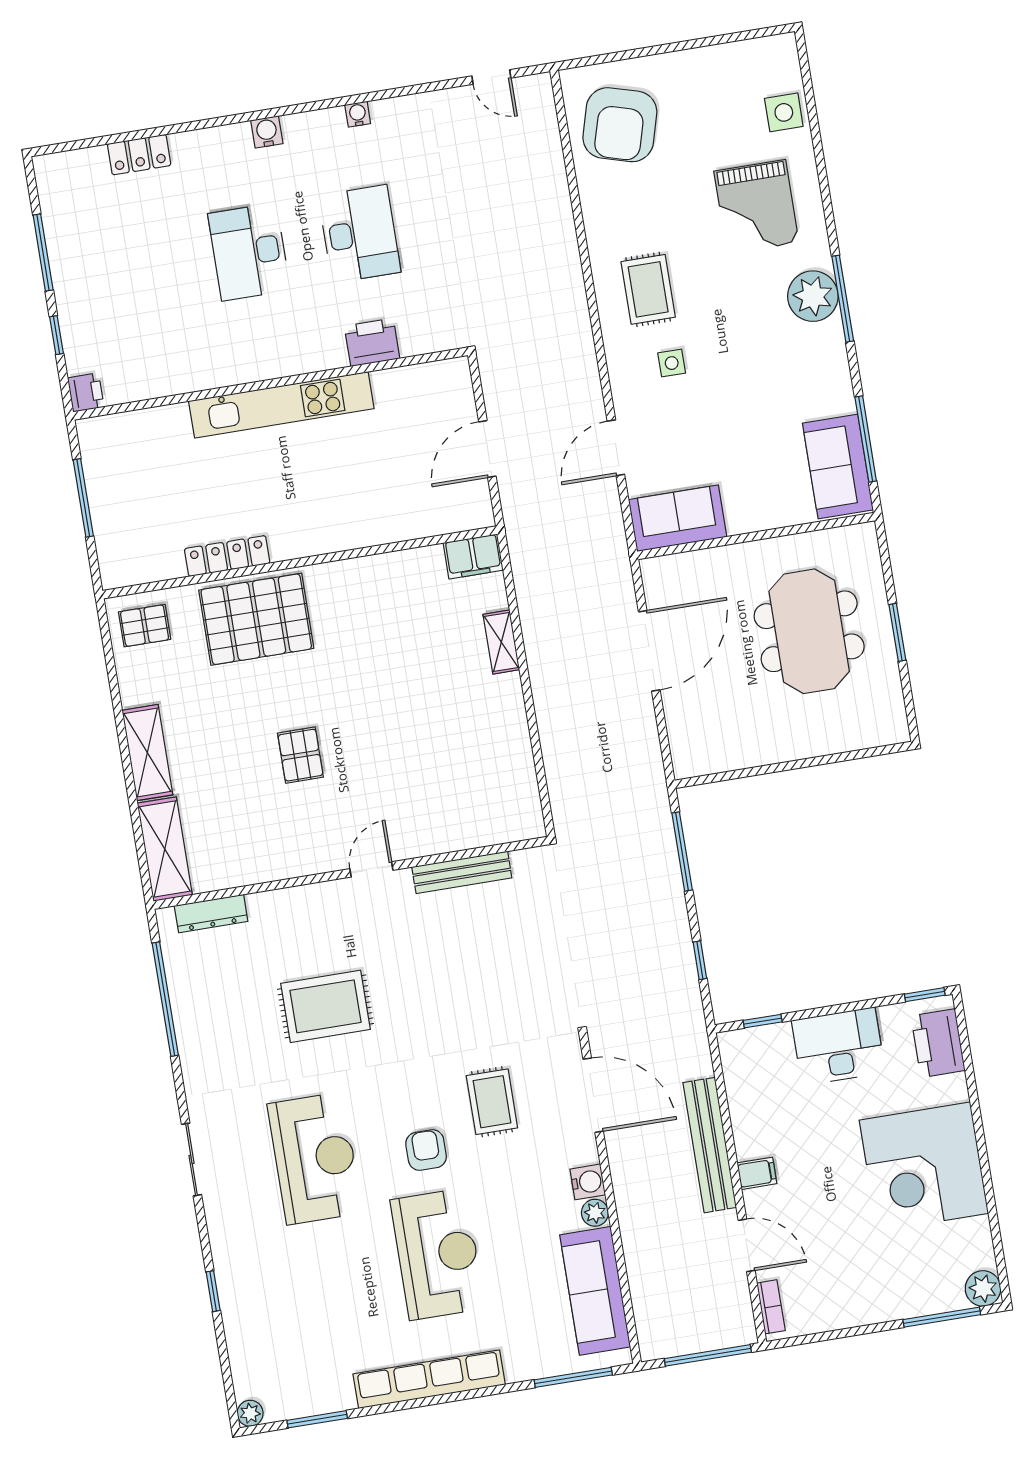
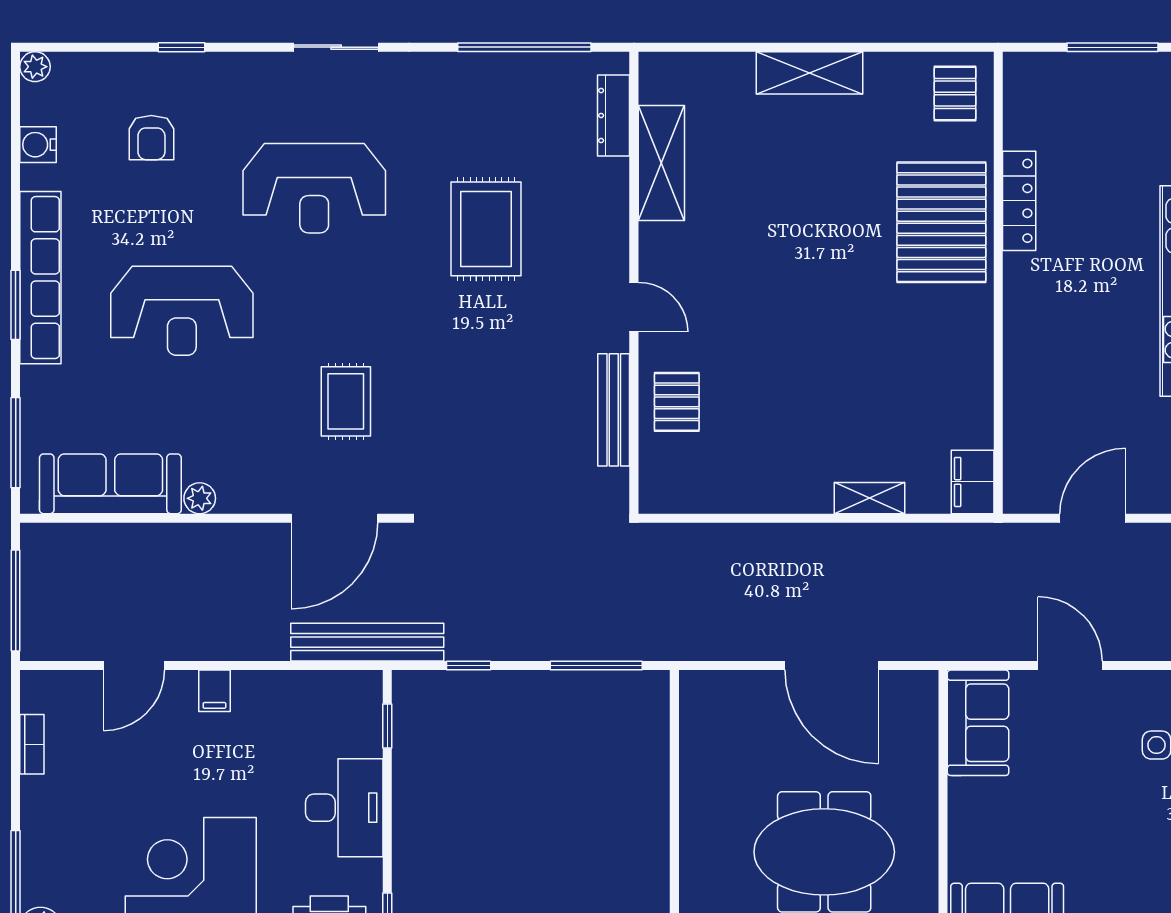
door: (487, 449) -> (1093, 518), hinge flipped
pallet: (300, 755) -> (677, 402), moved, turned 90
shelving: (165, 849) -> (661, 163), moved, turned 90
rug: (492, 1102) -> (346, 401), turned 90
bench: (710, 1145) -> (367, 642), moved
armchair: (426, 1150) -> (151, 138), moved, turned 90
water cooler: (588, 1182) -> (38, 145), moved, turned 90
bookcase: (771, 1307) -> (32, 744), moved, turned -90
window: (317, 1419) -> (16, 305), moved

